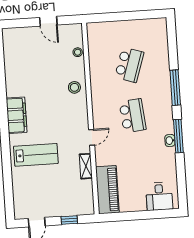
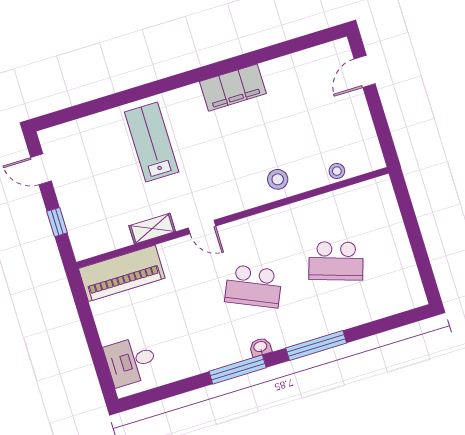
door: (48, 21) -> (365, 71), moved
filing cabinet: (17, 115) -> (233, 88), moved
school desk: (133, 116) -> (253, 286), turned 30
washbasin: (170, 140) -> (260, 347), moved
lab bench: (36, 155) -> (152, 142), turned 180

